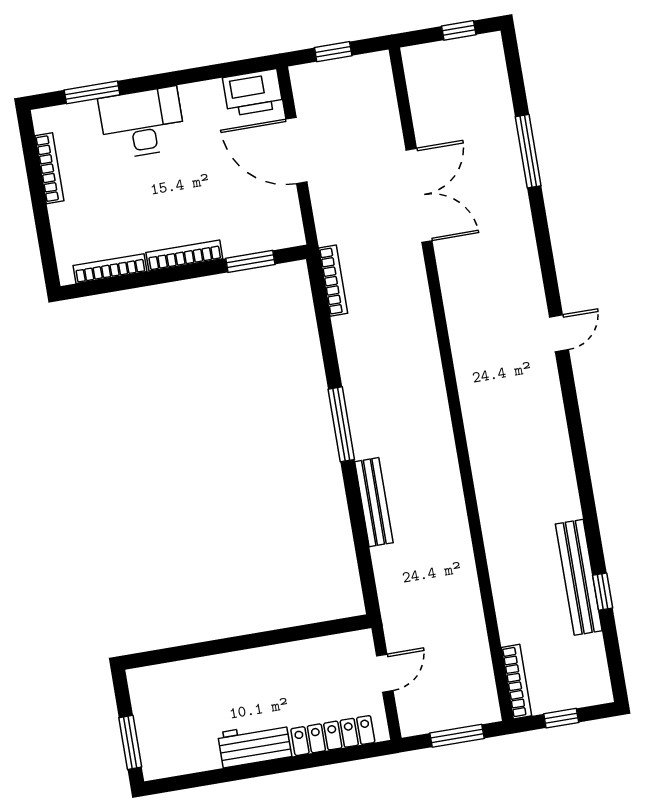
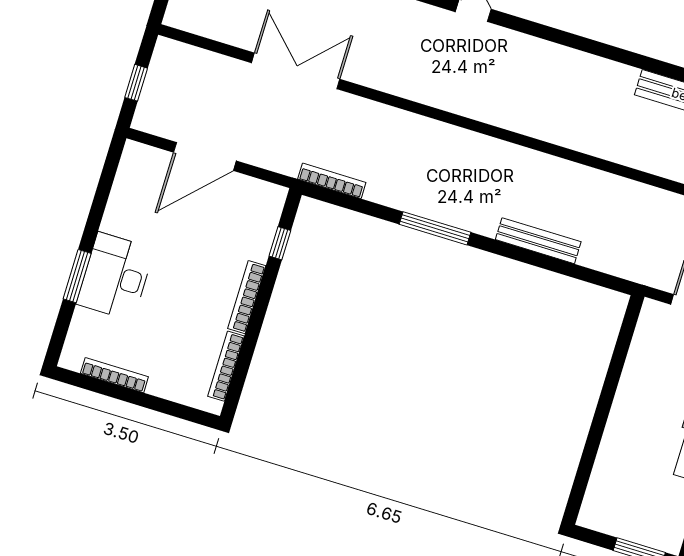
window: (92, 92) -> (77, 276), moved
printer: (253, 92) -> (137, 169), removed
window: (250, 261) -> (280, 243), width x0.67
window: (341, 424) -> (435, 228), moved

